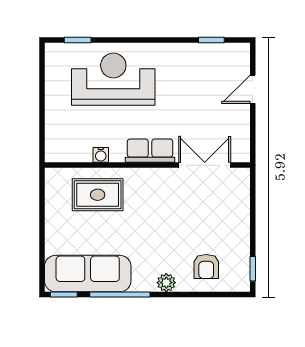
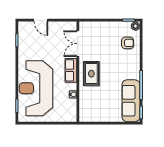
reception desk: (113, 79) -> (36, 88), width x1.36, depth x1.30
rug: (98, 195) -> (91, 74), moved
plant: (166, 283) -> (135, 26), moved

